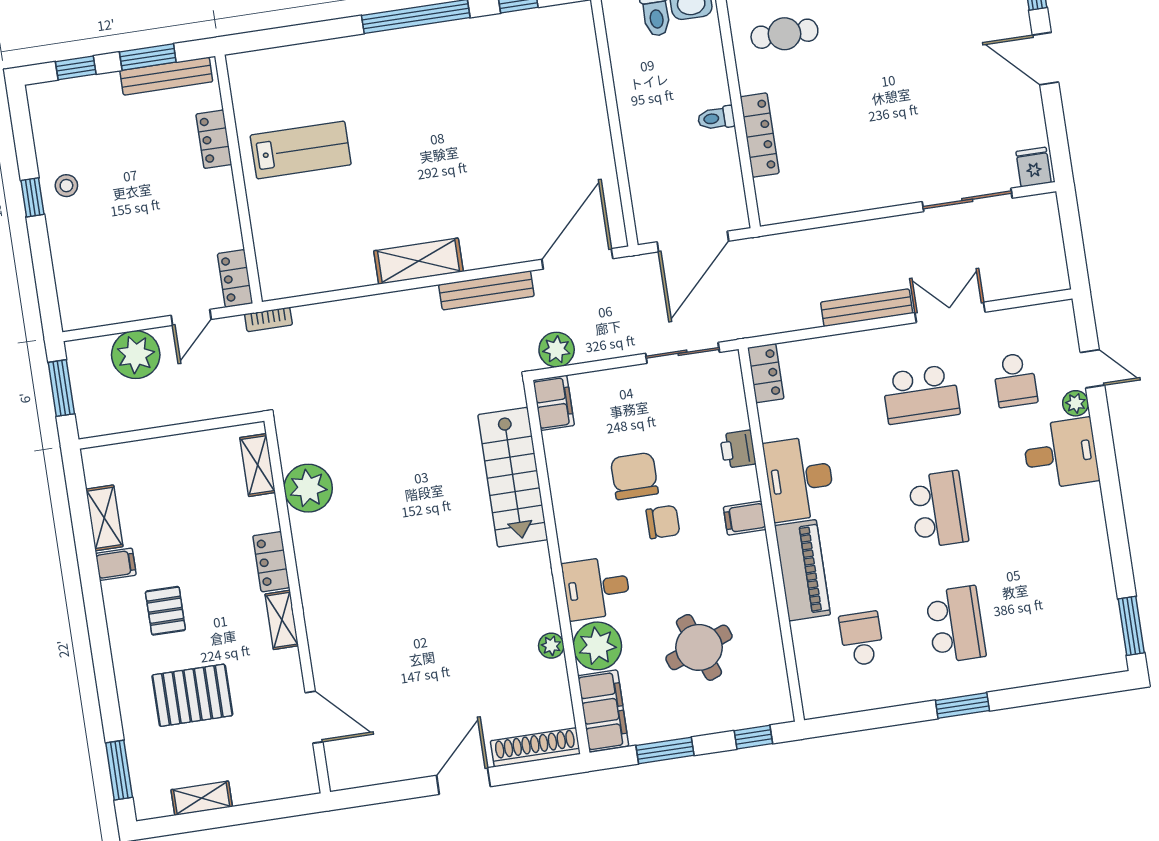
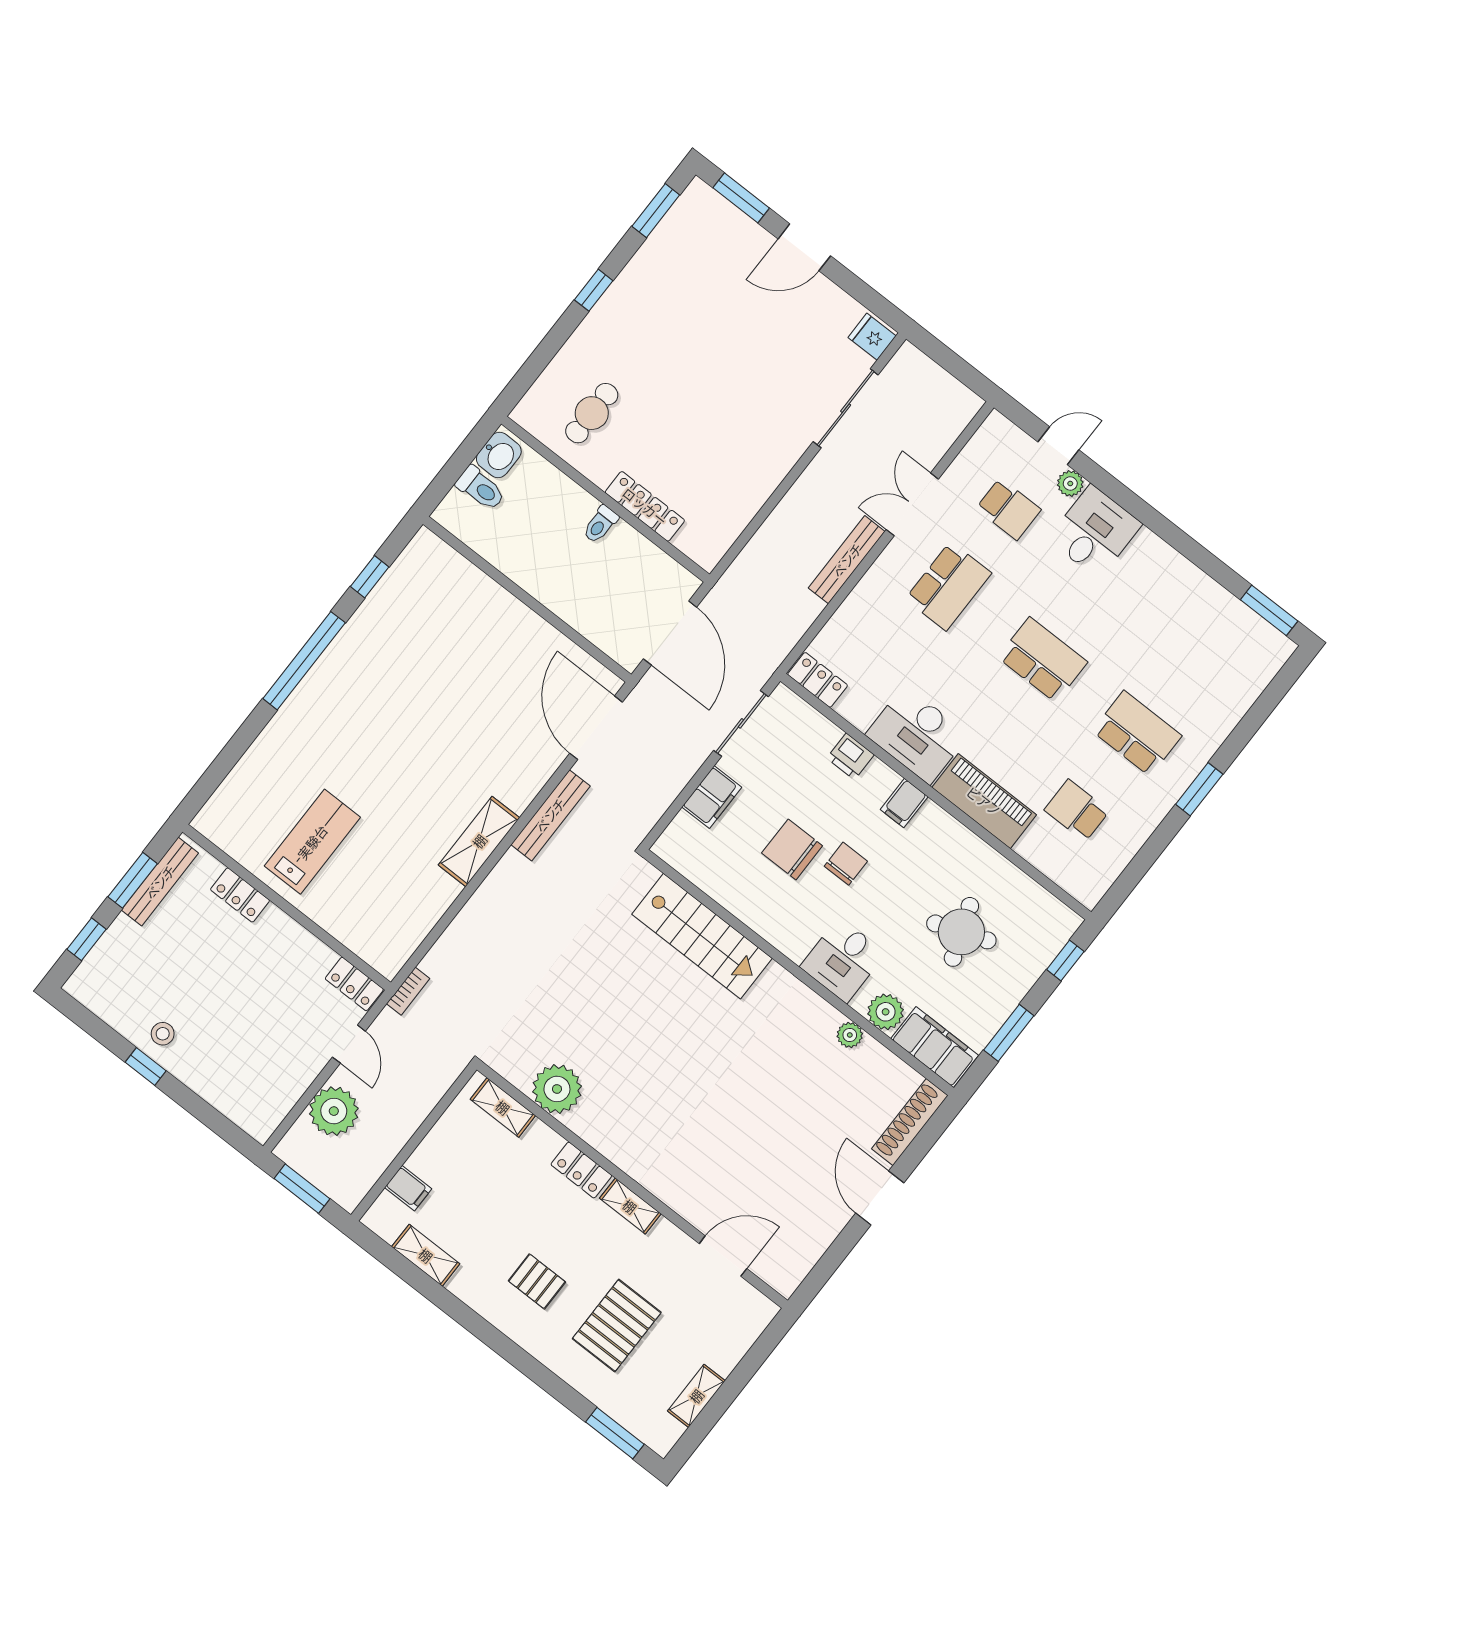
plant: (557, 350) -> (645, 810), removed
filing cabinet: (554, 403) -> (712, 797), moved, turned 90
filing cabinet: (116, 564) -> (408, 1188), moved, turned 90
plant: (597, 646) -> (886, 1012), width x0.73, depth x0.73

